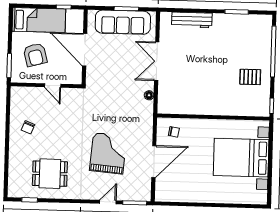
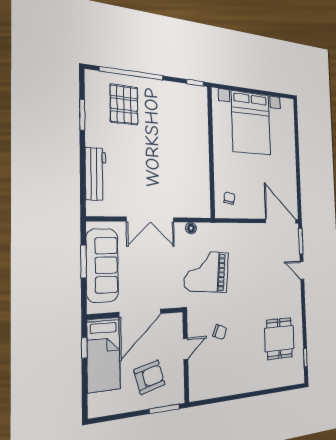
bed: (39, 20) -> (104, 354), moved, turned 180
pallet: (250, 77) -> (124, 105), moved, width x1.50, depth x1.42
chair: (28, 127) -> (220, 332), moved
grand piano: (108, 153) -> (206, 271), moved
door: (154, 162) -> (281, 221), moved

